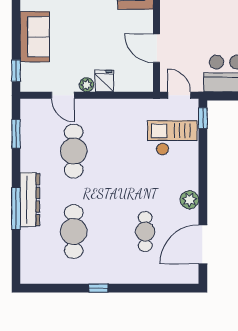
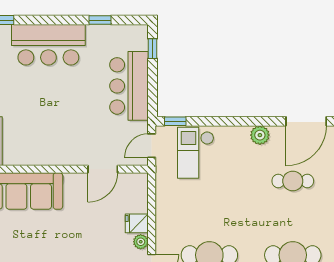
door: (203, 244) -> (306, 121), hinge flipped

